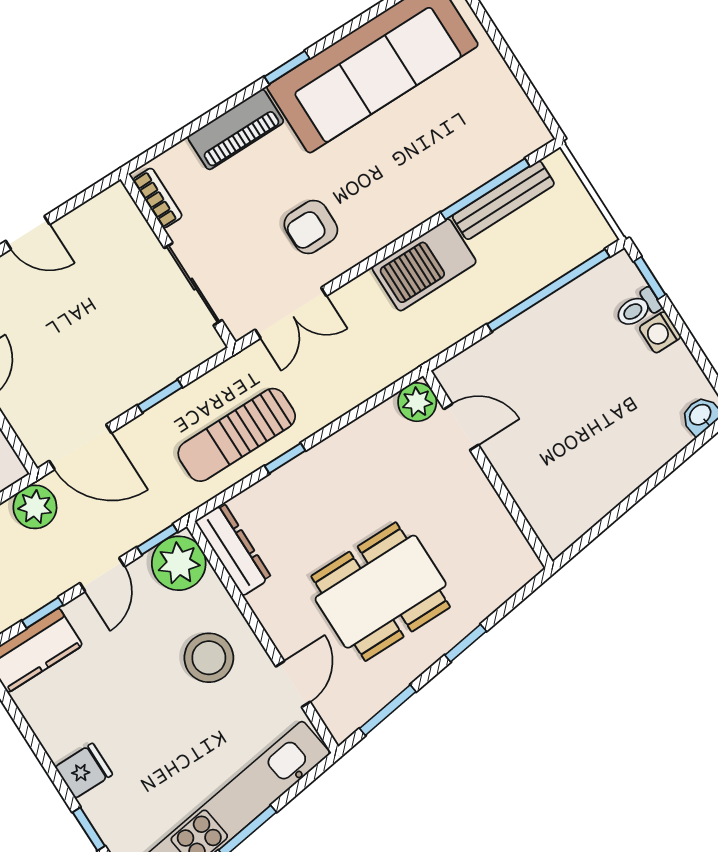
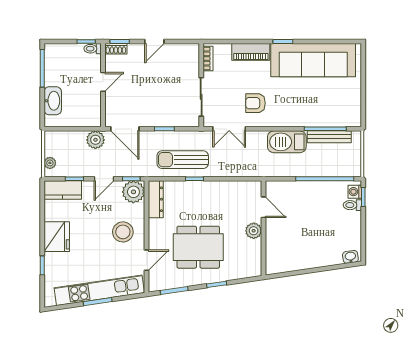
door: (28, 233) -> (154, 42), hinge flipped
washing machine: (660, 332) -> (355, 192), moved
plant: (417, 402) -> (254, 231), moved
fridge: (84, 771) -> (57, 237), width x1.88, depth x1.34

